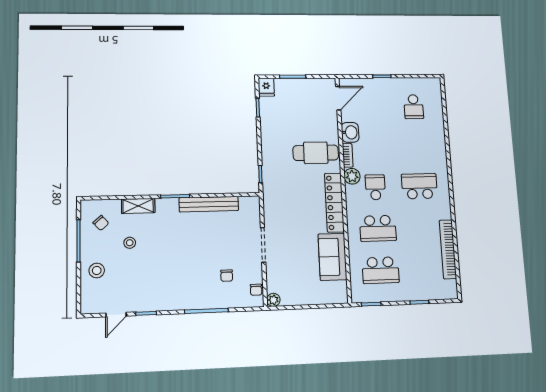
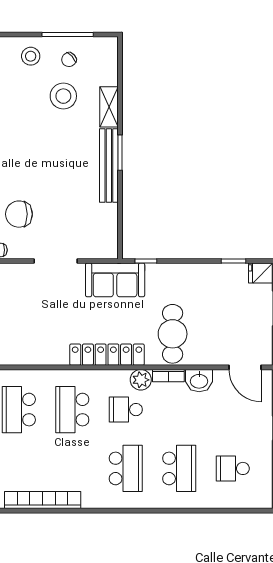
school desk: (416, 146) -> (179, 468), added
school desk: (375, 187) -> (126, 410), turned 180
bench: (209, 204) -> (109, 166), moved
chair: (101, 223) -> (69, 60), moved
stool: (130, 243) -> (63, 96), width x1.89, depth x1.89
sofa: (332, 257) -> (115, 280), moved, turned 180
chair: (227, 276) -> (19, 214), width x1.87, depth x1.87

